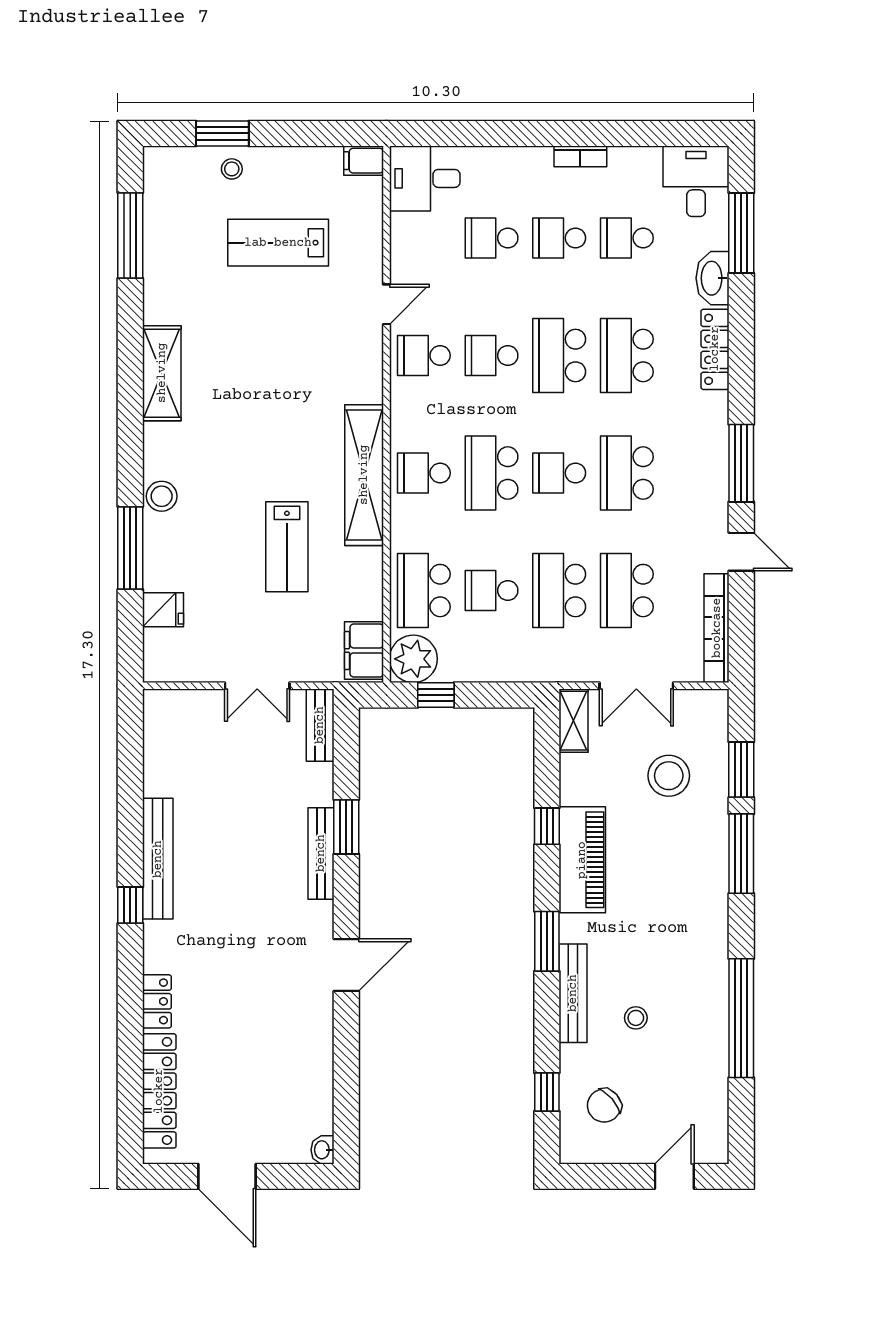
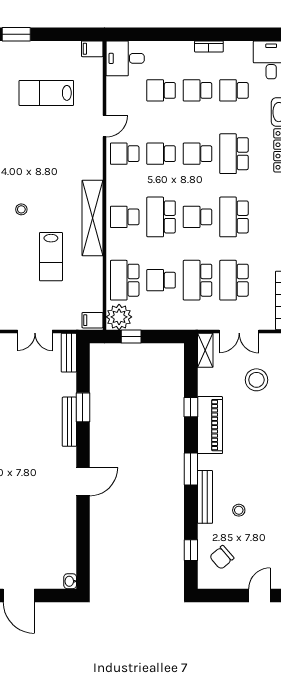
stool: (232, 169) -> (21, 209), moved
school desk: (559, 355) -> (198, 154), width x0.54
filing cabinet: (364, 650) -> (92, 320), width x0.50

